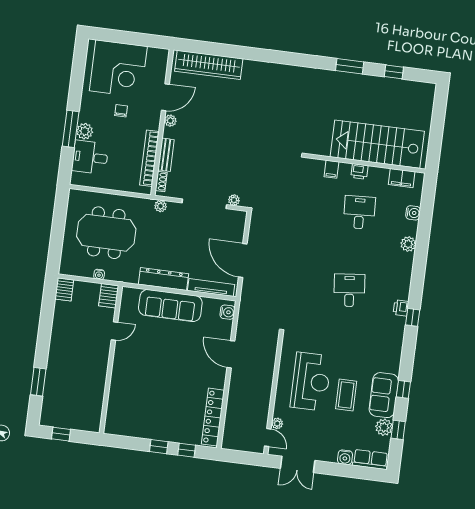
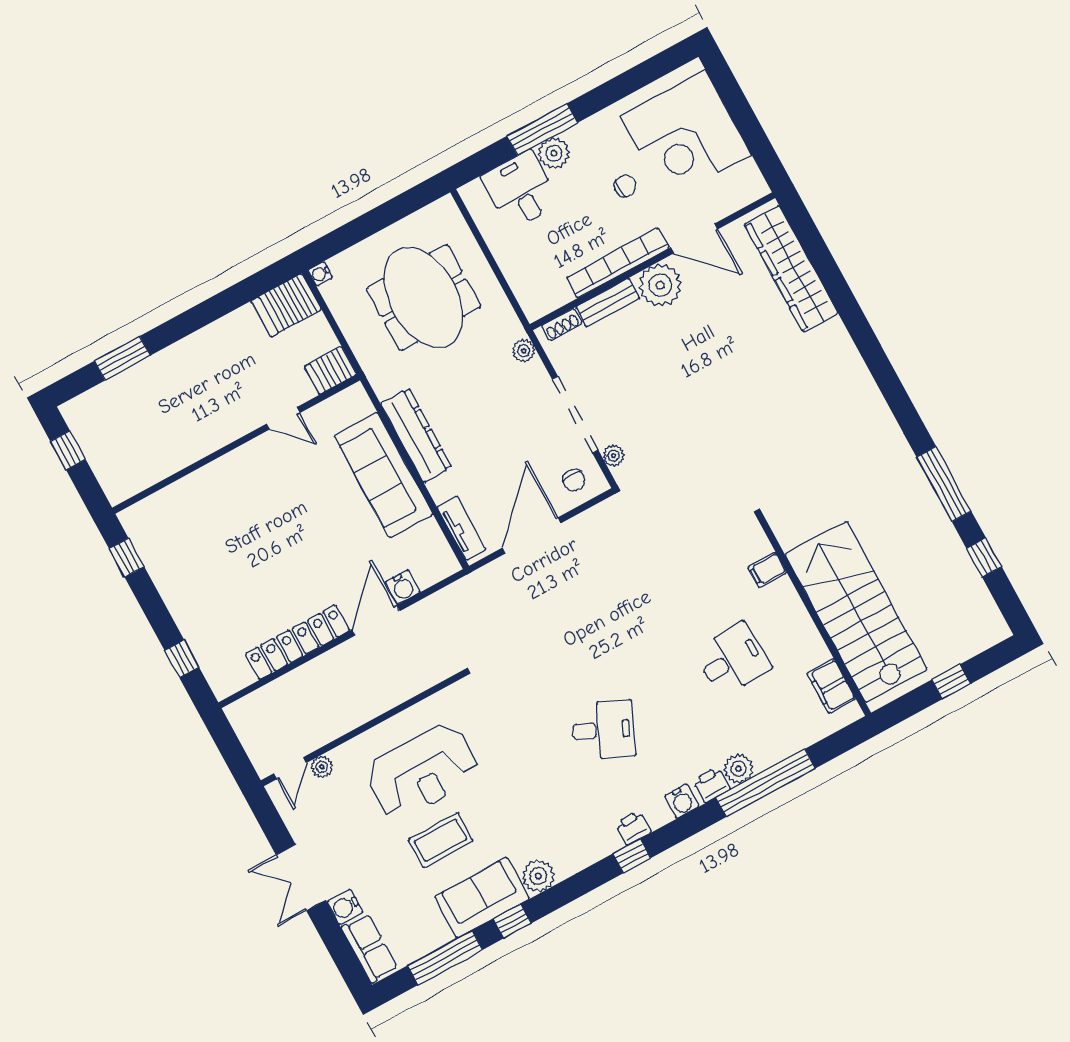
window: (350, 66) -> (944, 484), width x1.44
plant: (170, 121) -> (660, 285), width x1.87, depth x1.87
window: (437, 125) -> (951, 682), added
bookcase: (149, 158) -> (618, 263), moved
printer: (359, 172) -> (711, 785), moved, turned 90
water cooler: (413, 213) -> (682, 801), moved
chair: (232, 225) -> (574, 480), added
window: (423, 237) -> (766, 783), added
water cooler: (99, 274) -> (320, 274), moved
tv unit: (211, 288) -> (462, 528), width x0.71
server rack: (64, 289) -> (286, 305), width x1.36, depth x1.44
desk: (349, 290) -> (603, 730), turned 30
water cooler: (227, 312) -> (403, 587), moved
locker: (213, 417) -> (297, 642), moved
plant: (384, 427) -> (538, 876), moved
window: (398, 430) -> (445, 958), width x2.17
window: (159, 447) -> (127, 558), moved
double door: (298, 464) -> (301, 877), moved

